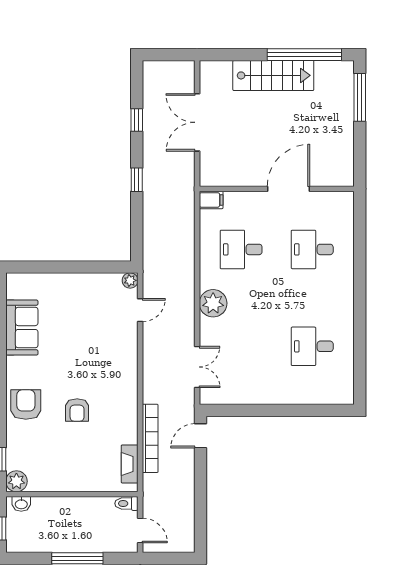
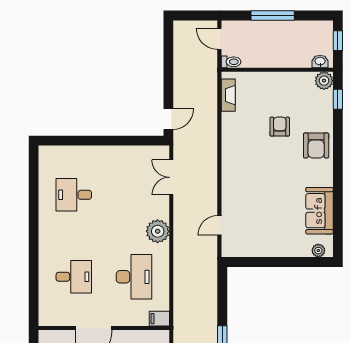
desk: (241, 249) -> (134, 277), width x1.37
plant: (130, 280) -> (318, 251), moved
desk: (312, 346) -> (74, 195), turned 180
armchair: (77, 410) -> (280, 127), moved
bookcase: (150, 438) -> (211, 117), removed

